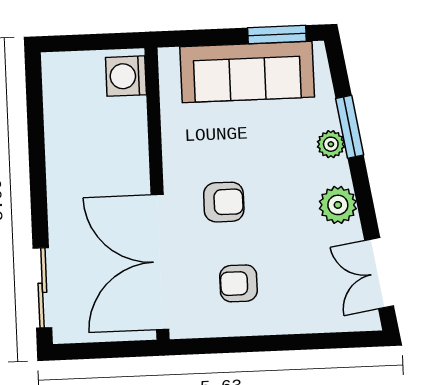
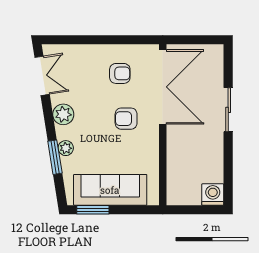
washing machine: (126, 76) -> (213, 195), moved, turned -90
sliding door: (42, 288) -> (228, 110), moved

